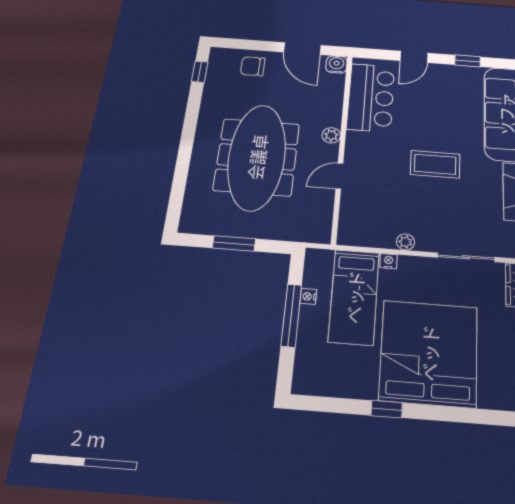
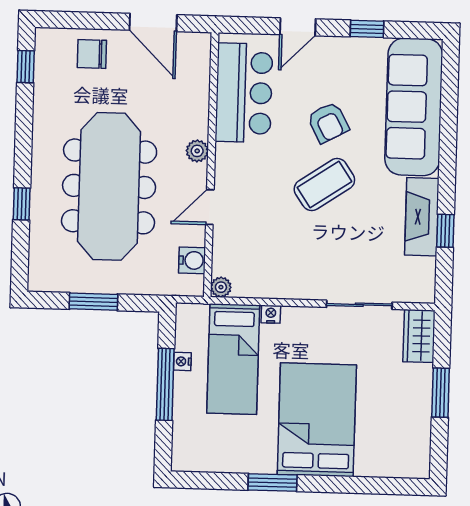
water cooler: (336, 65) -> (192, 260), moved, turned 90
armchair: (438, 121) -> (328, 123), added
coffee table: (435, 164) -> (324, 185), turned -34
window: (182, 166) -> (22, 204), added
plant: (406, 242) -> (221, 287), moved
bed: (429, 353) -> (317, 420), width x0.73
window: (387, 409) -> (272, 482), width x1.50

